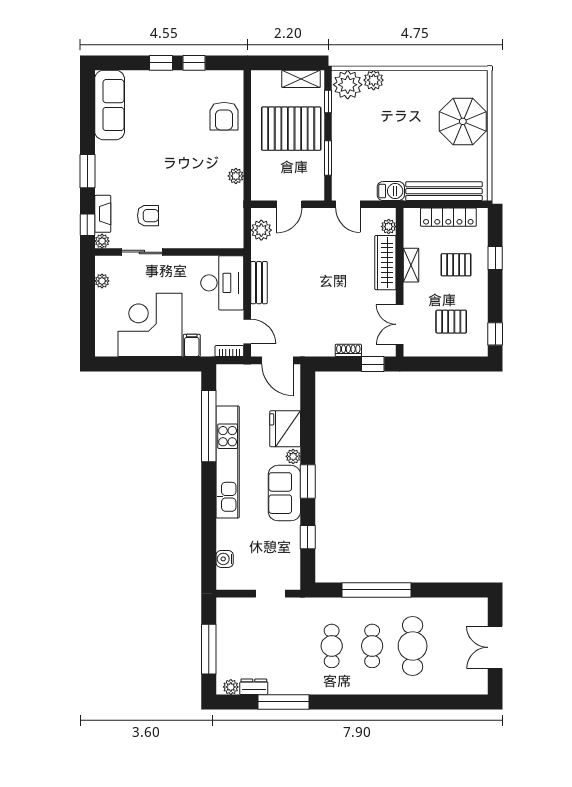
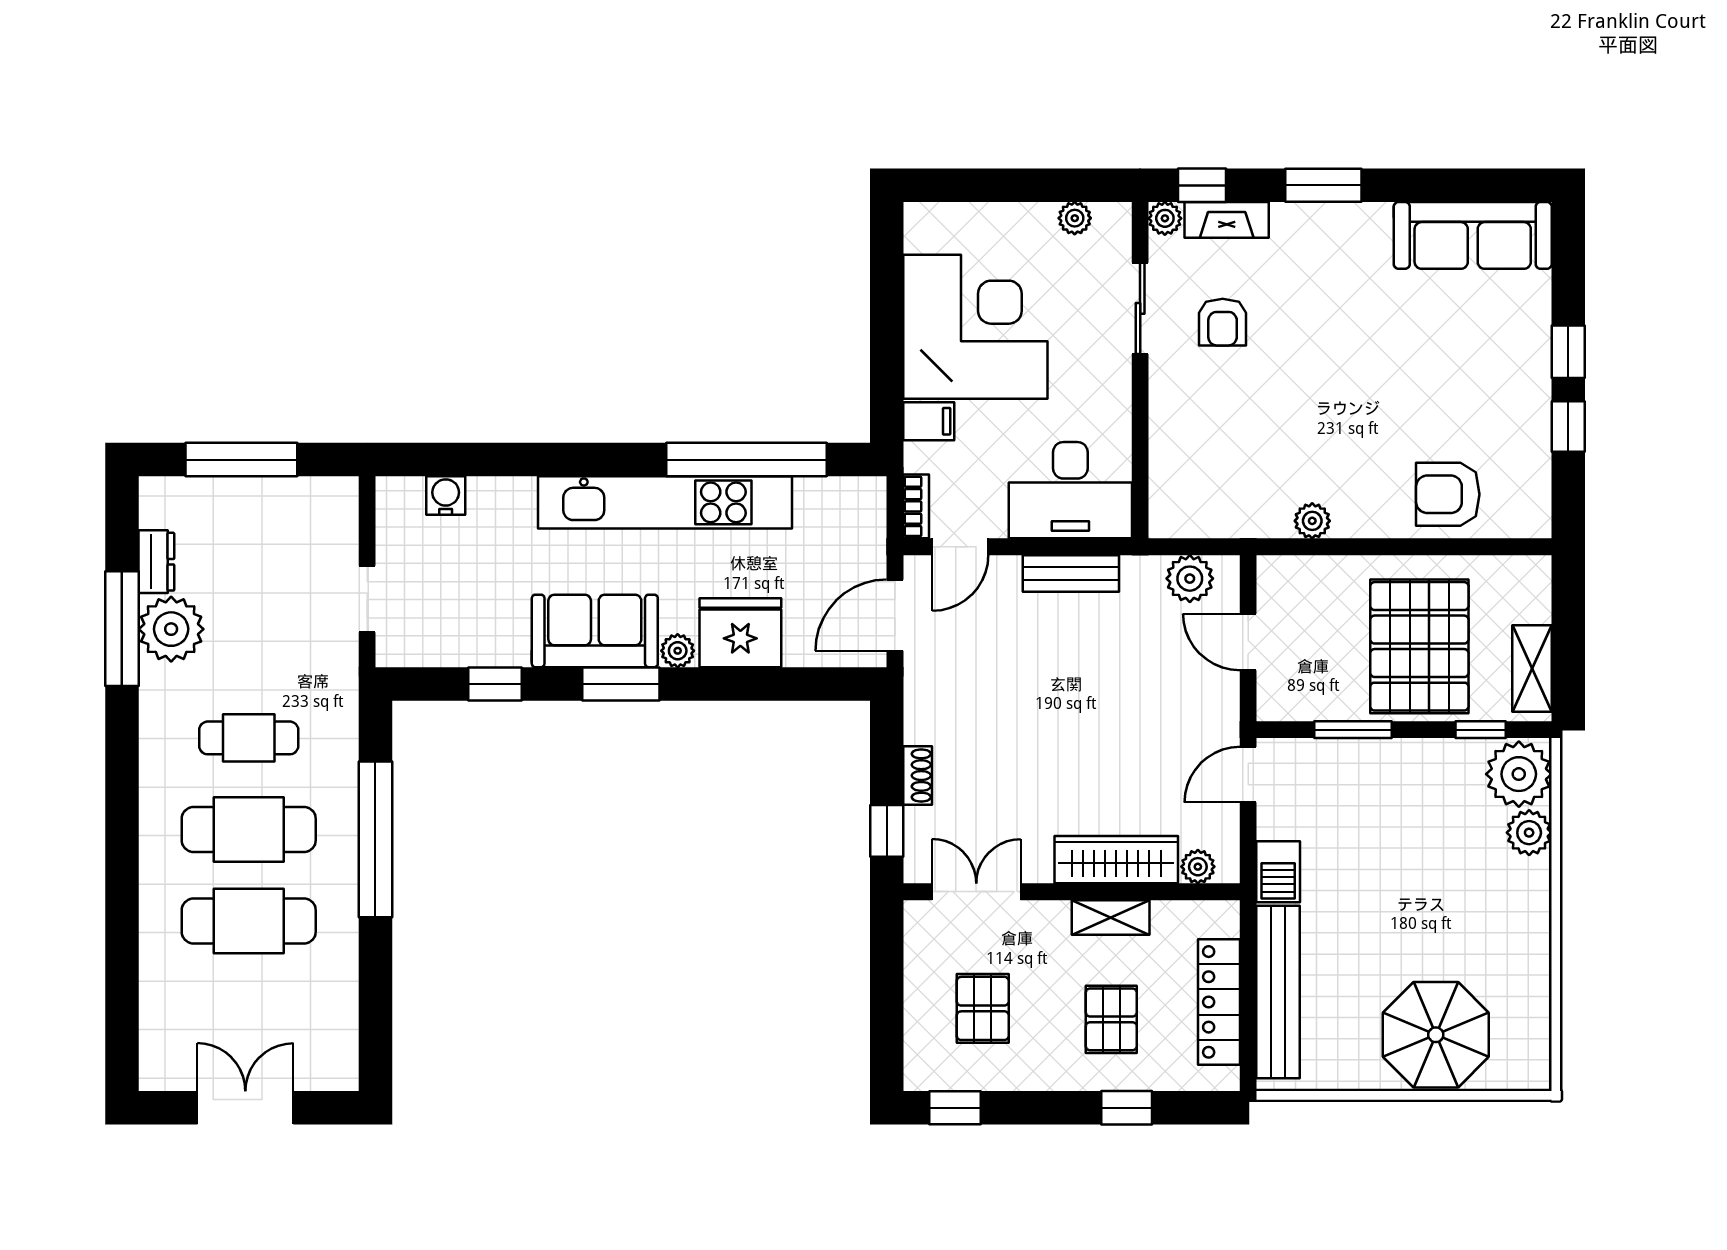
cafe table: (372, 646) -> (249, 829), width x1.37, depth x1.35
plant: (231, 687) -> (171, 629), moved, width x1.87, depth x1.87

